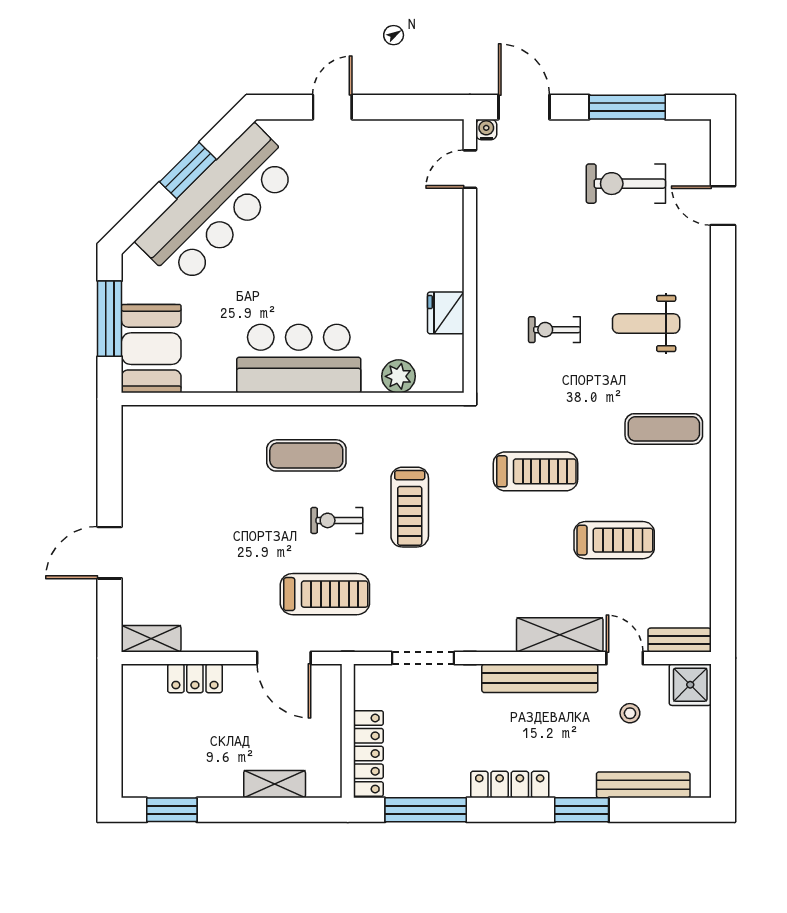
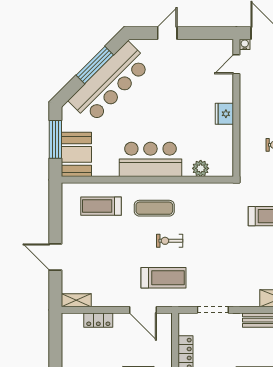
window: (188, 171) -> (95, 65), width x1.44
fridge: (446, 313) -> (224, 114), moved
treadmill: (410, 507) -> (101, 206), moved, turned 90
door: (110, 553) -> (55, 257), hinge flipped

